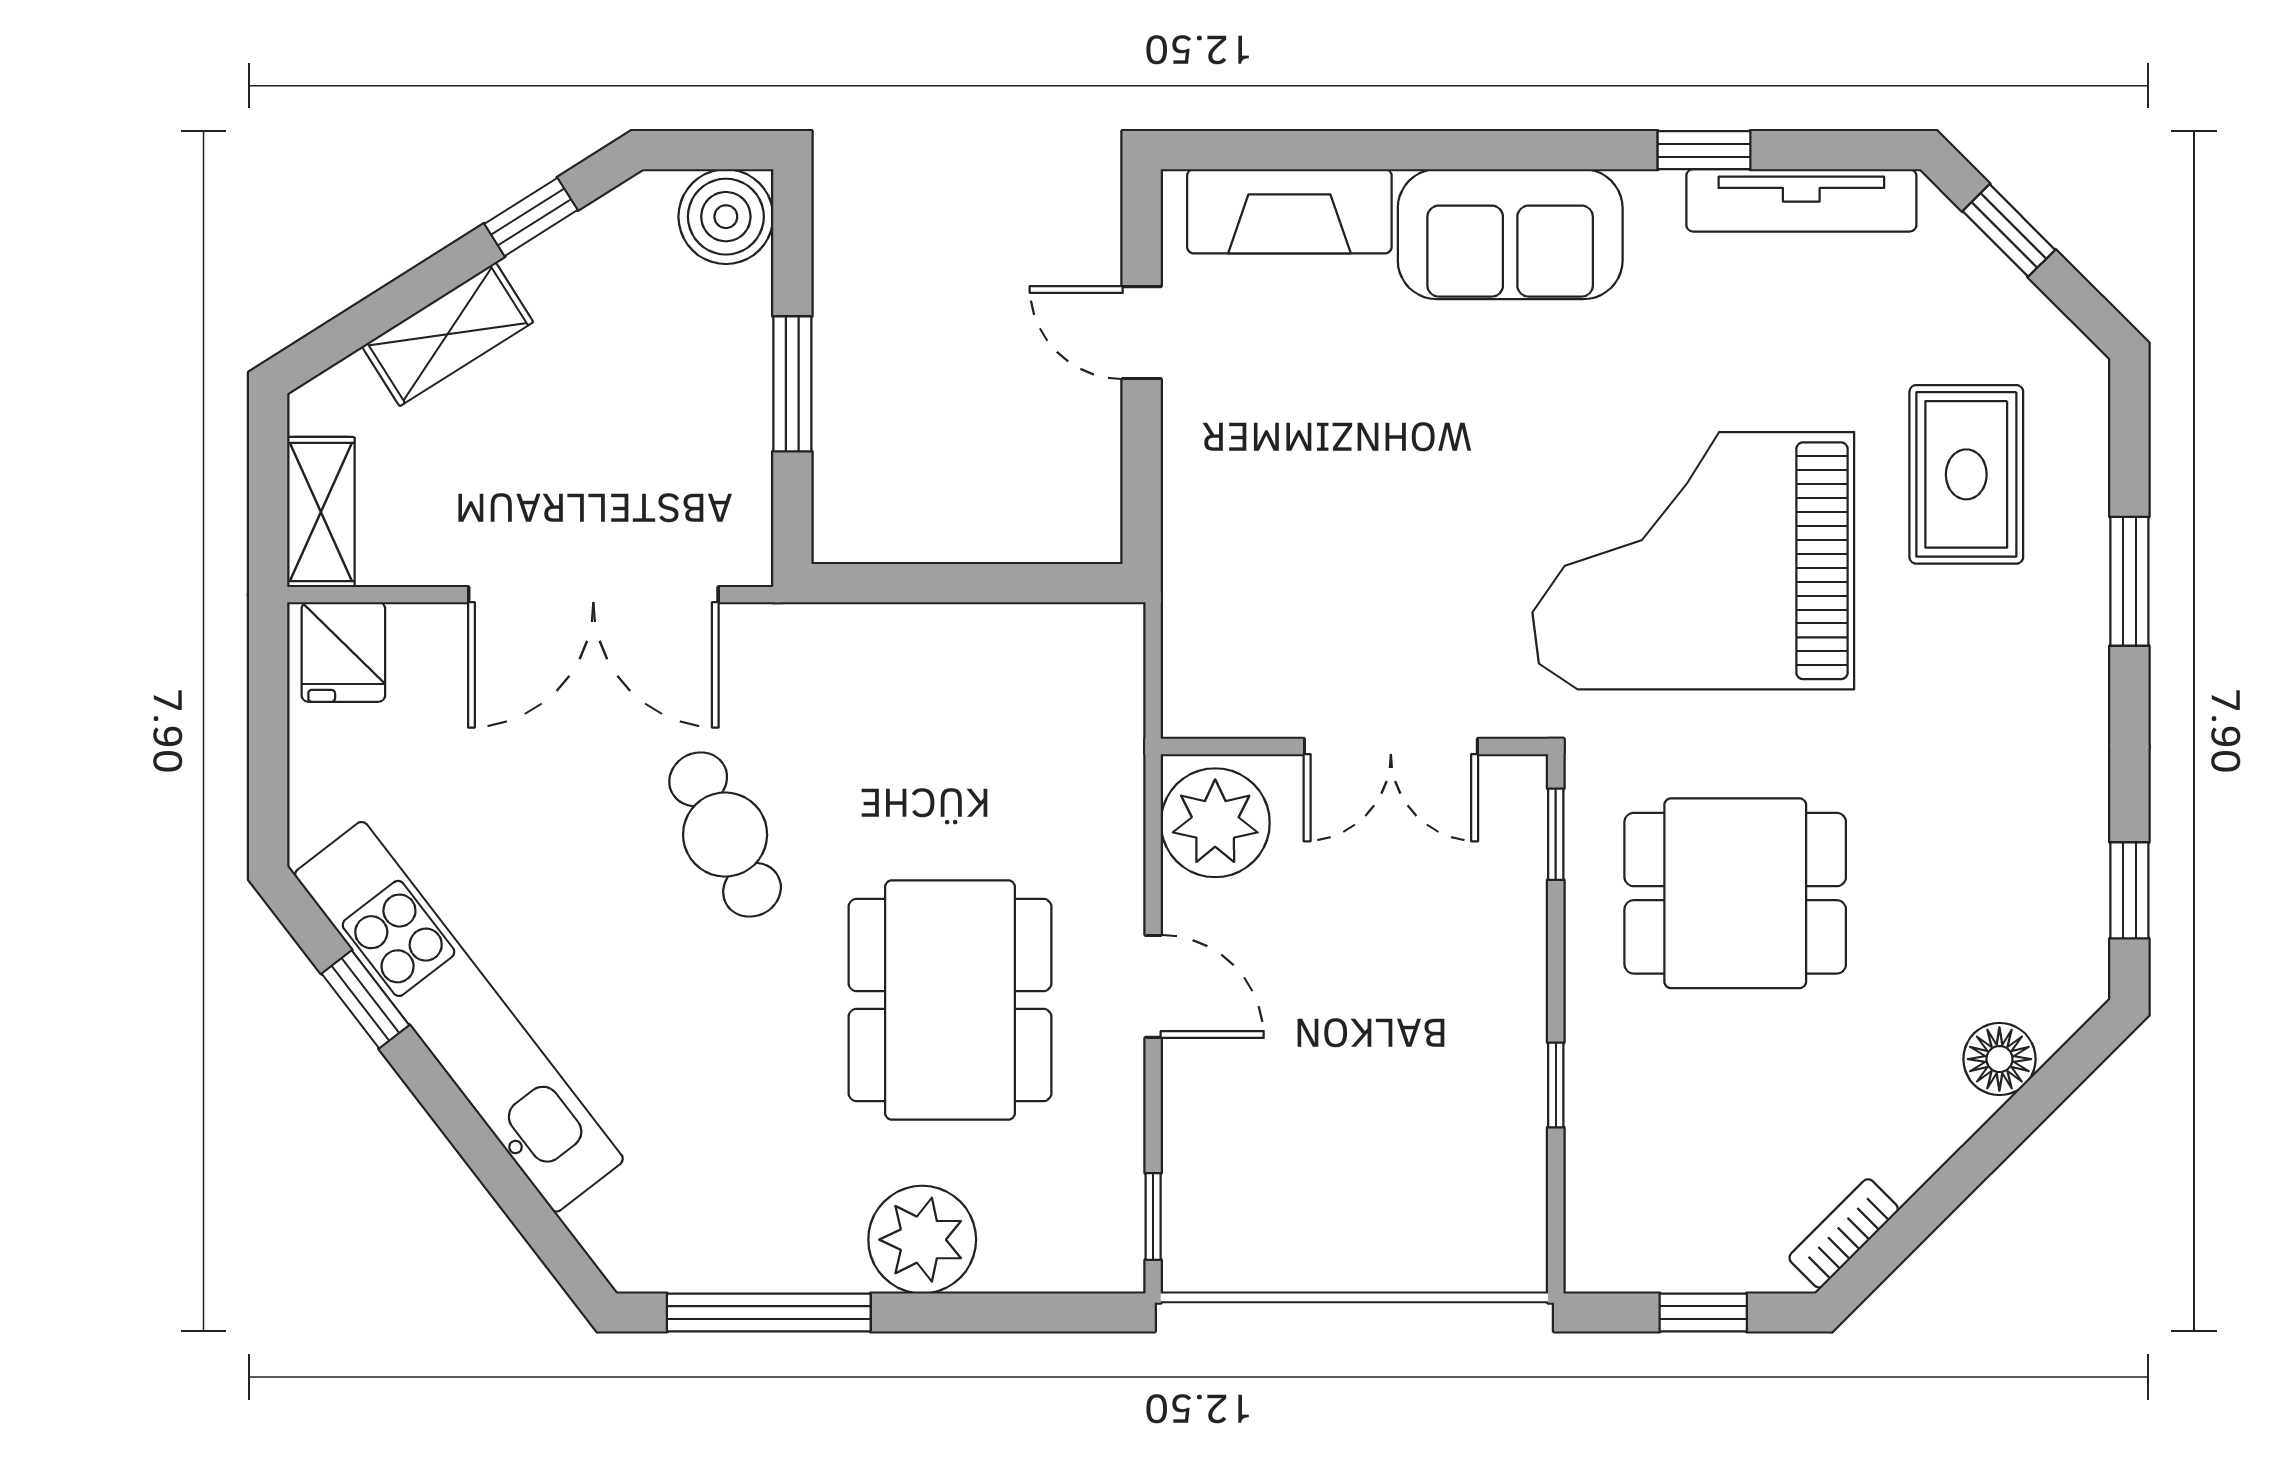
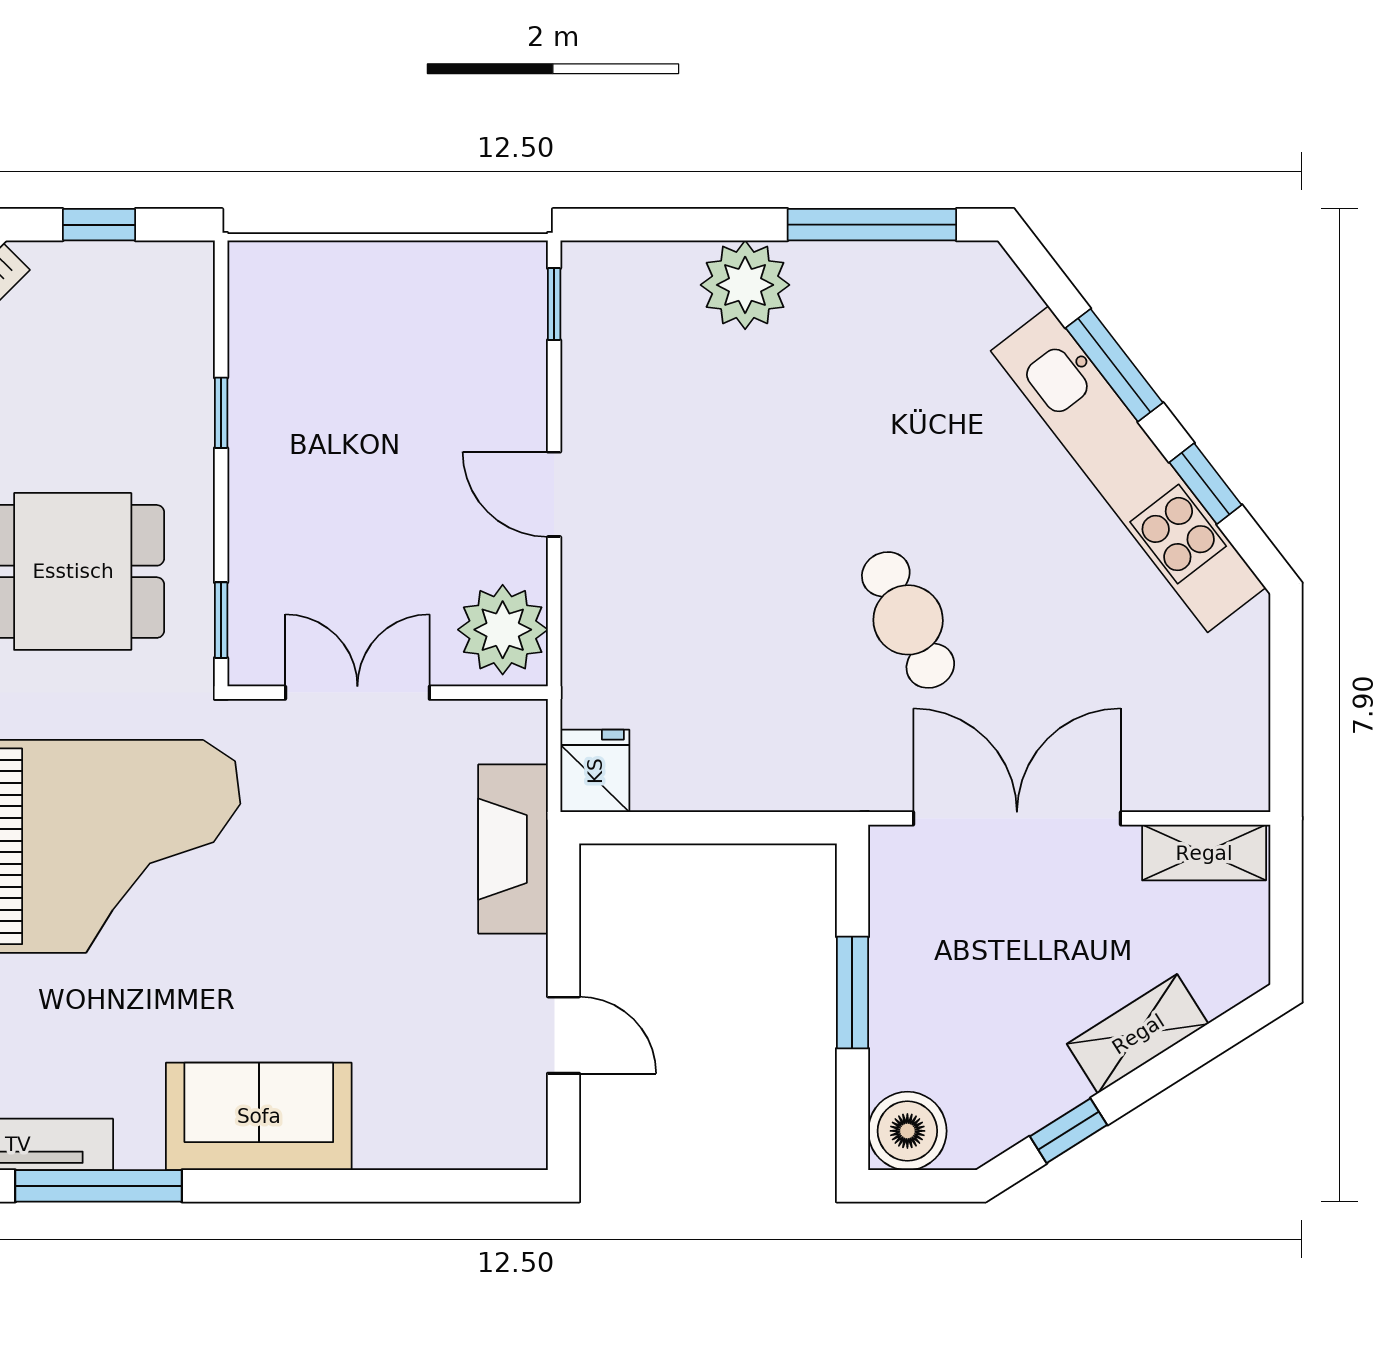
window: (1704, 150) -> (99, 1186), width x2.17
fireplace: (1289, 211) -> (513, 849), moved, turned -90
shelving: (321, 512) -> (1204, 853), moved, turned 90
fridge: (343, 652) -> (595, 771), moved
dining table: (950, 1000) -> (722, 483), removed
window: (476, 1143) -> (1114, 365), added

